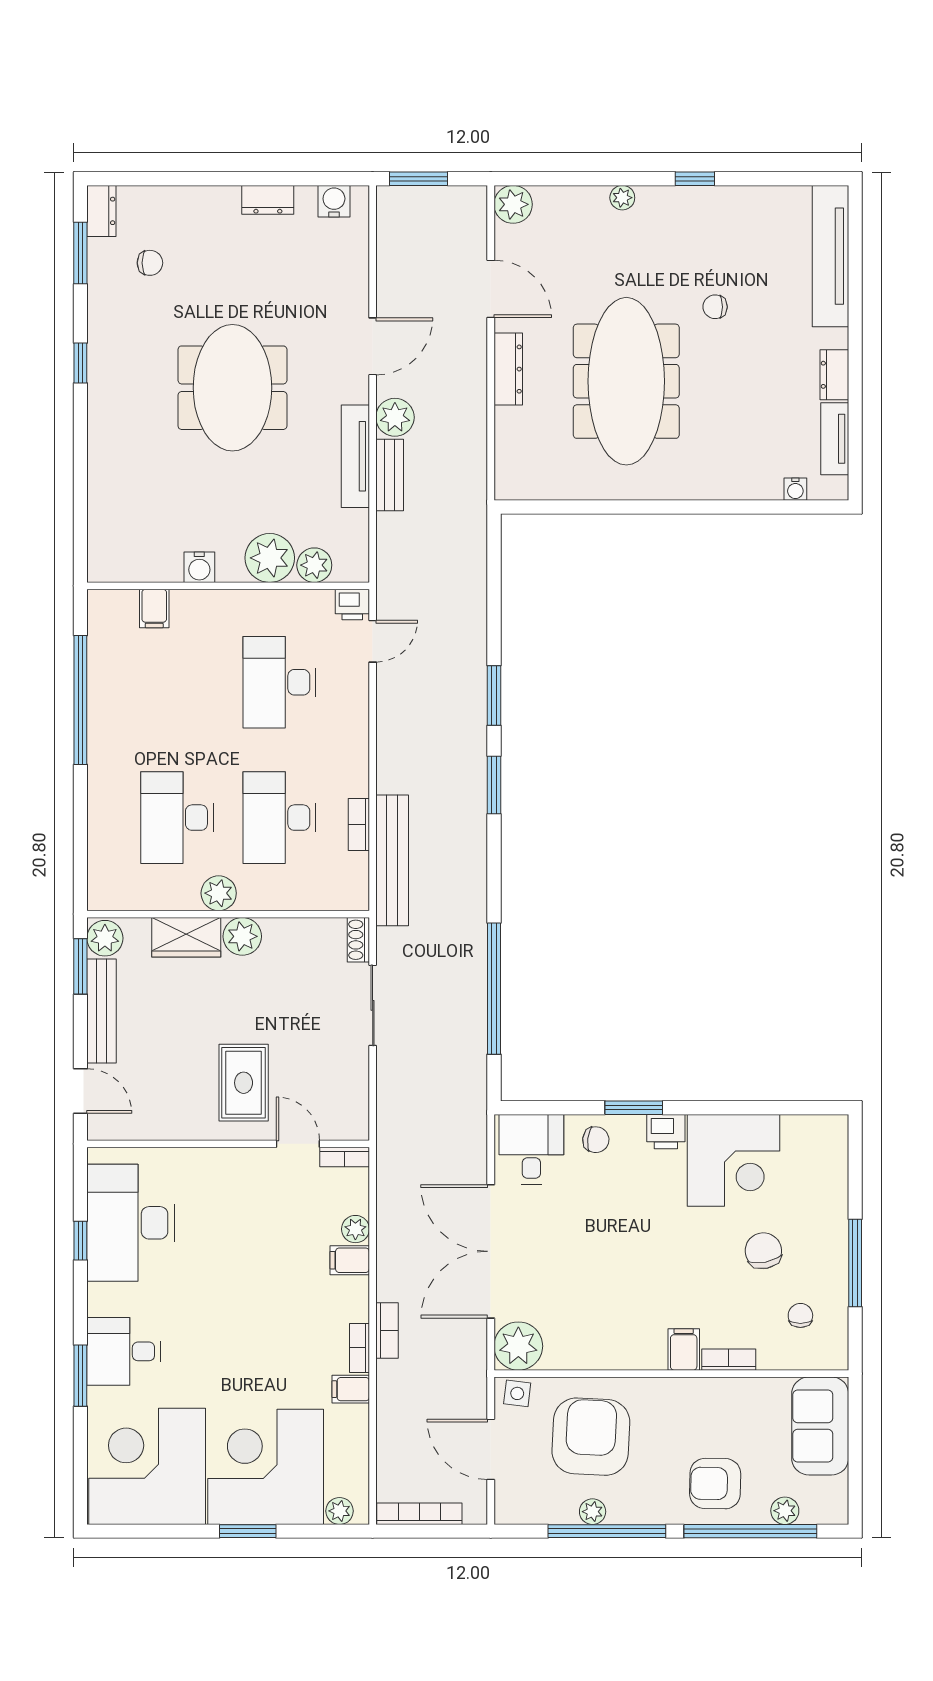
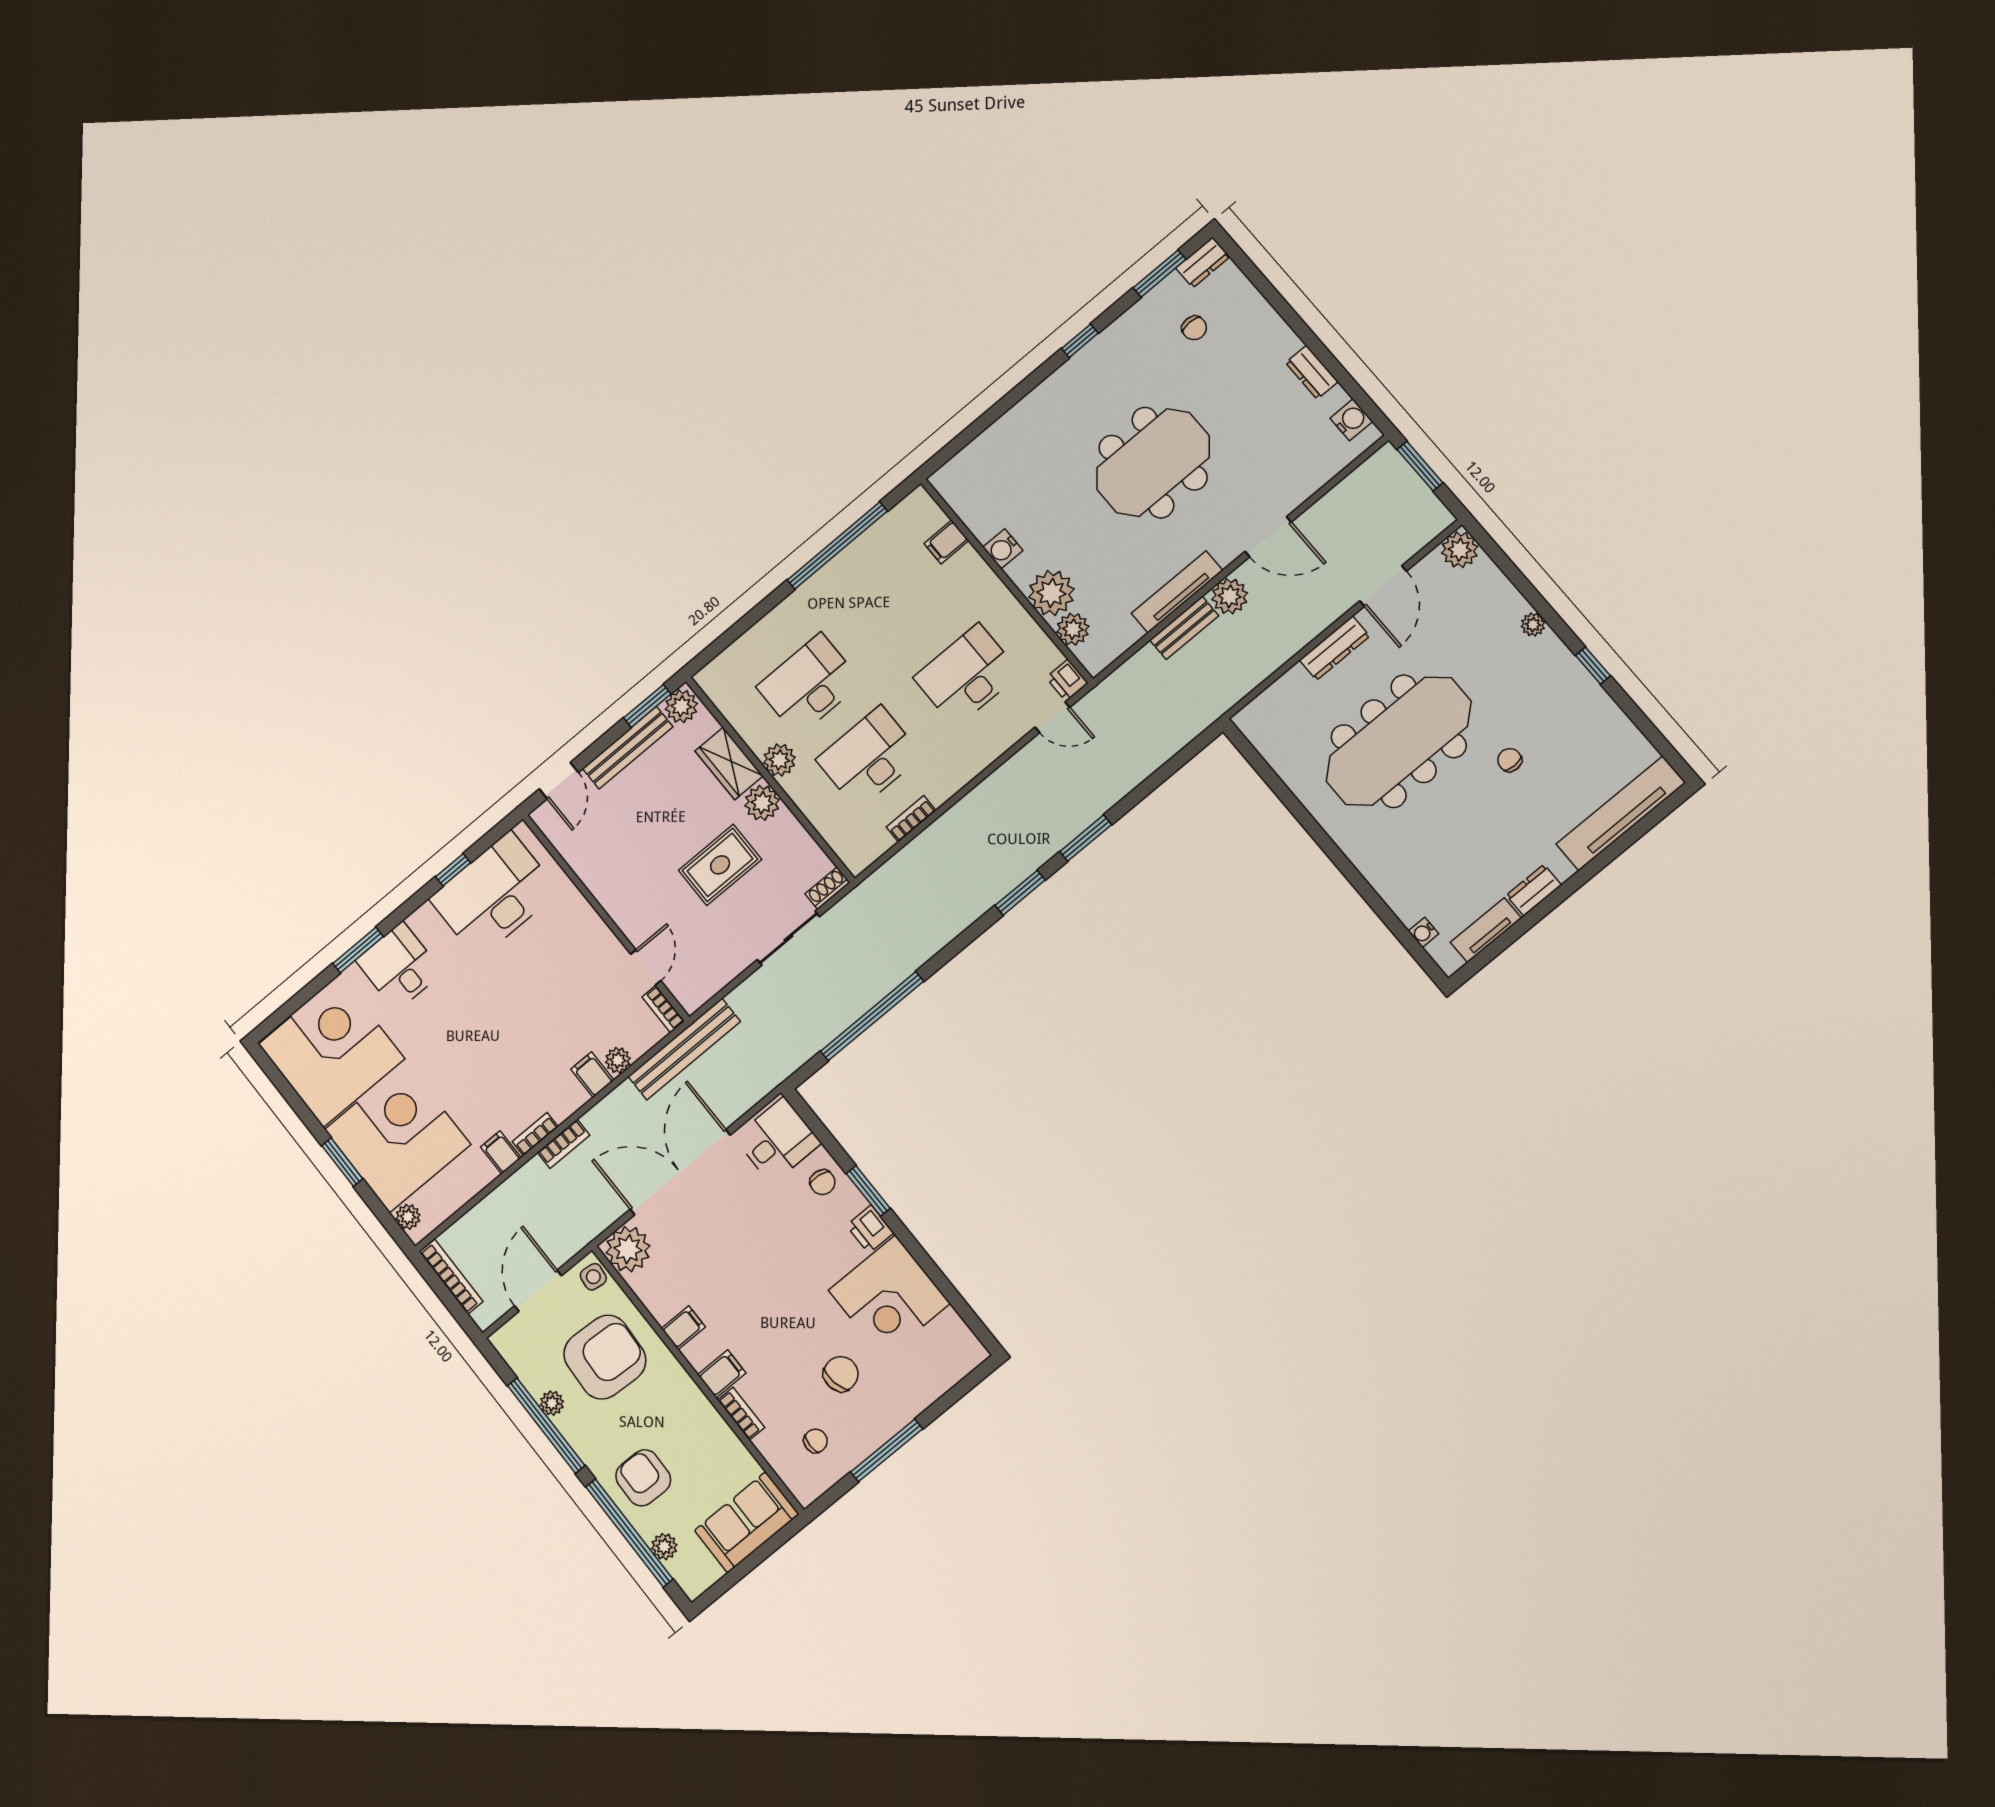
bench: (392, 860) -> (684, 1049), moved
rug: (244, 1083) -> (720, 865), moved
filing cabinet: (620, 1351) -> (683, 1328), added

